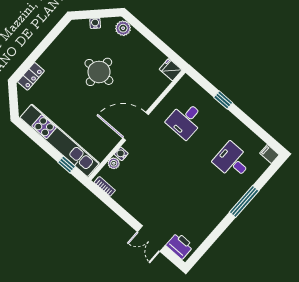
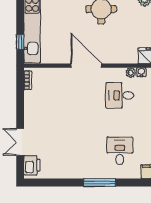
water cooler: (121, 154) -> (141, 72), moved
plant: (114, 163) -> (131, 73), moved

